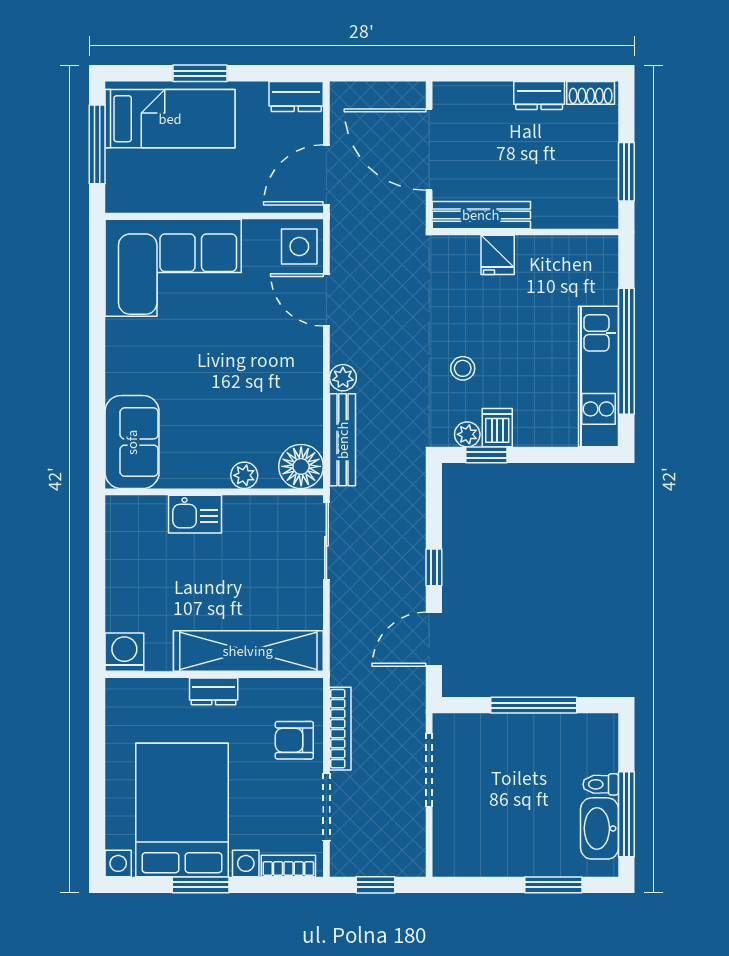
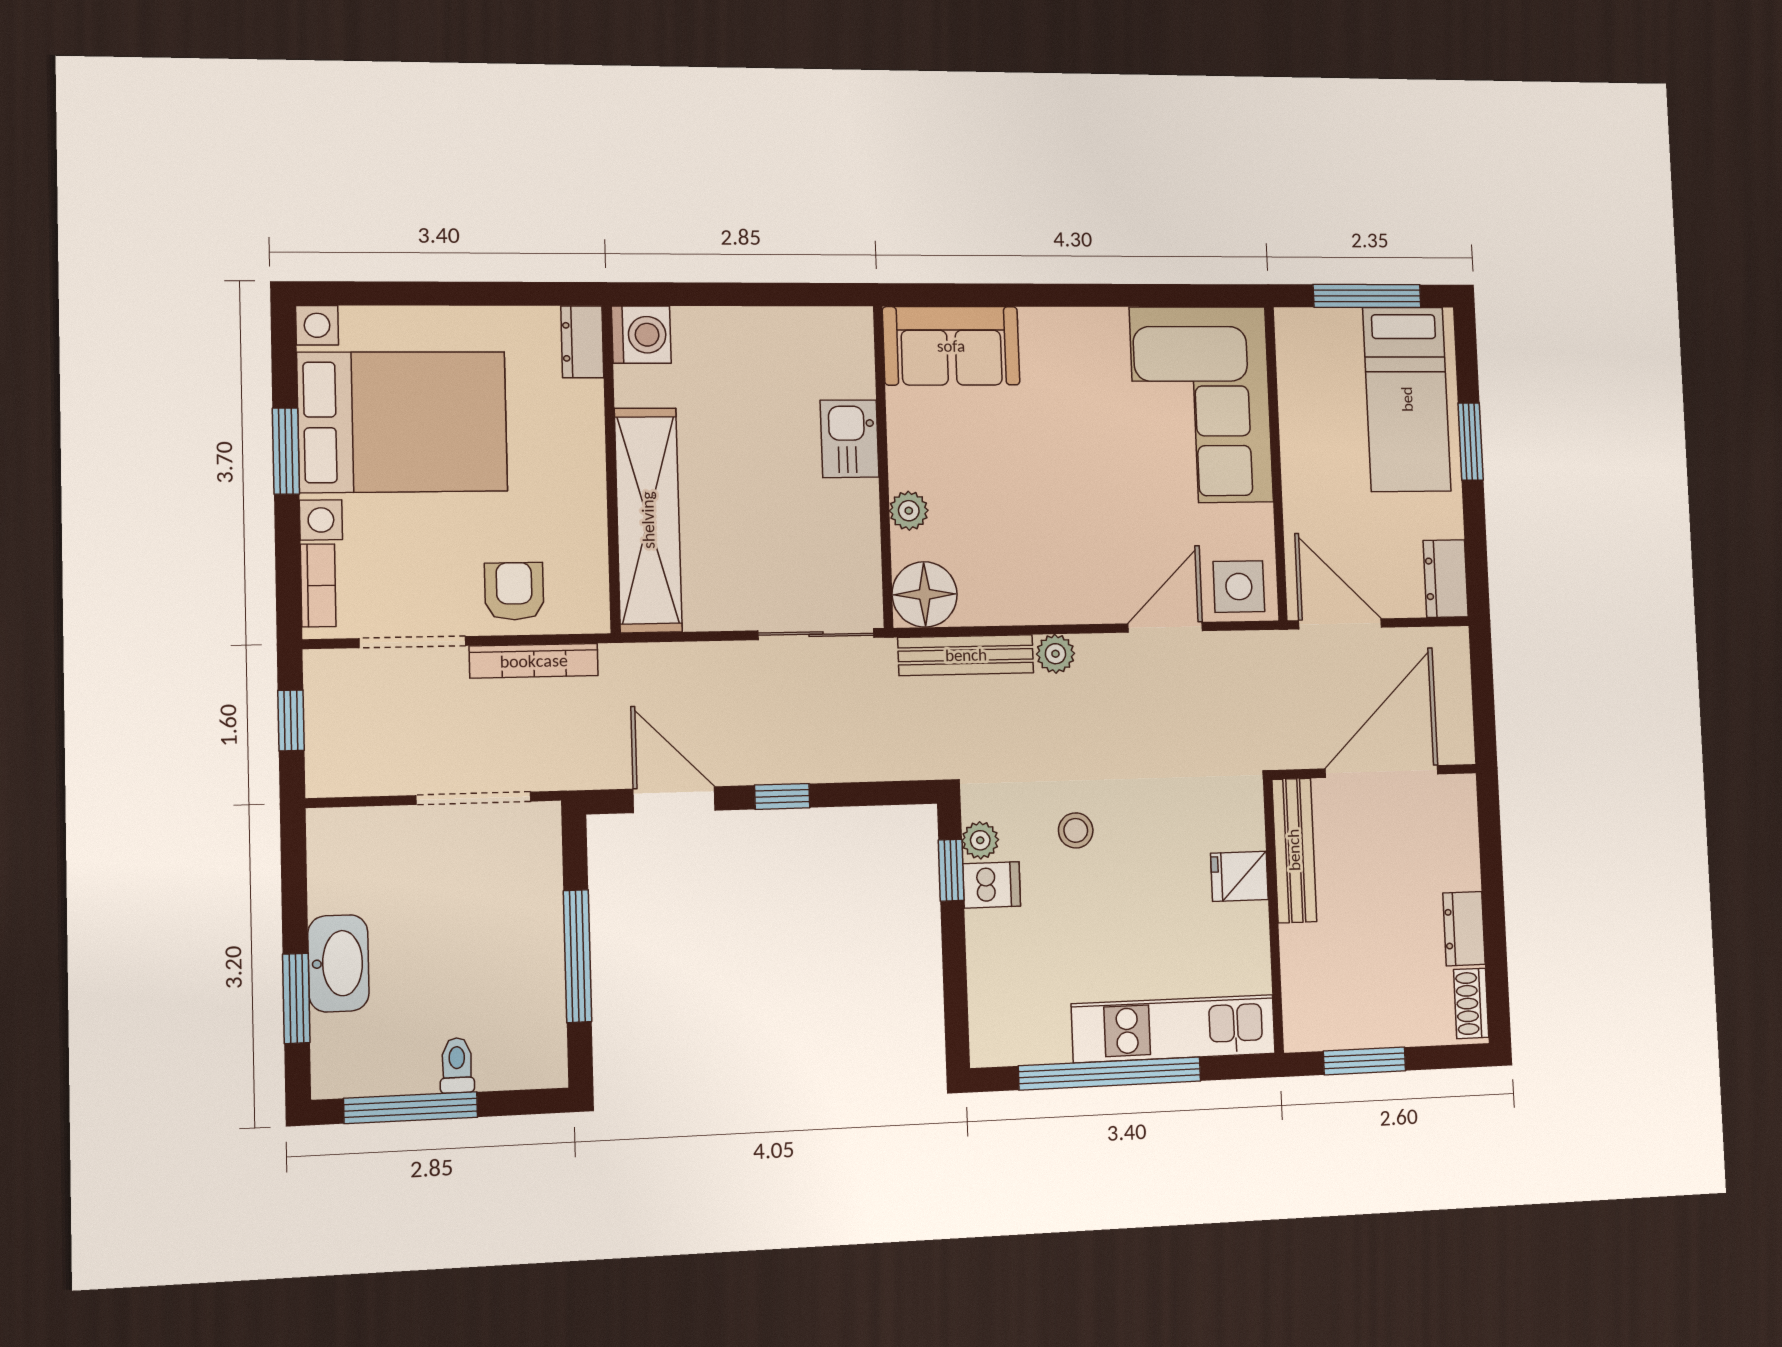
kitchen unit: (598, 377) -> (1174, 1029), moved
dresser: (214, 691) -> (582, 342), moved
washbasin: (600, 828) -> (338, 963), moved, turned 90

